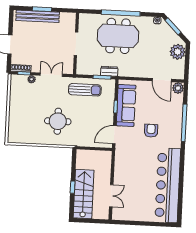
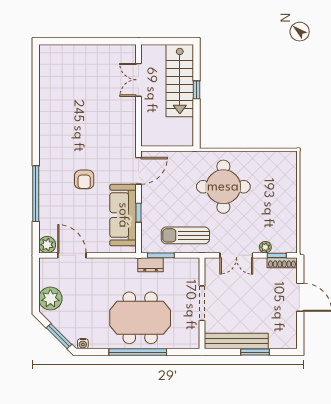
bench: (38, 16) -> (236, 341), moved
round table: (58, 121) -> (223, 187), width x1.36, depth x1.36
bar counter: (168, 185) -> (55, 100), removed

